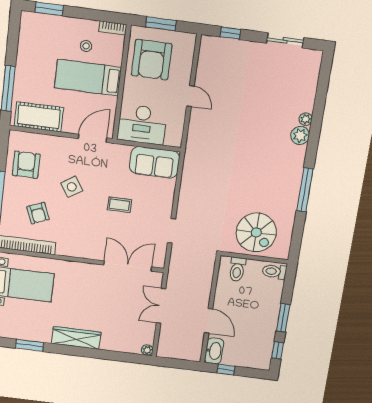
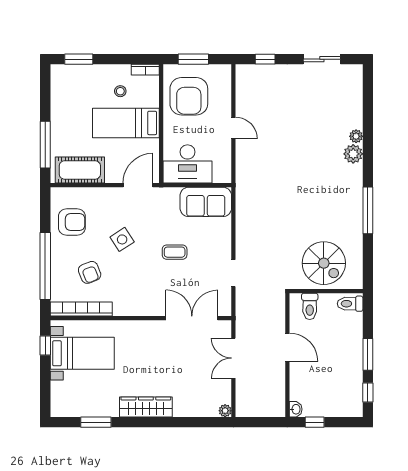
armchair: (26, 165) -> (72, 222), turned 90
door: (208, 321) -> (287, 347), moved
washbasin: (214, 351) -> (296, 409), width x0.52, depth x0.69

